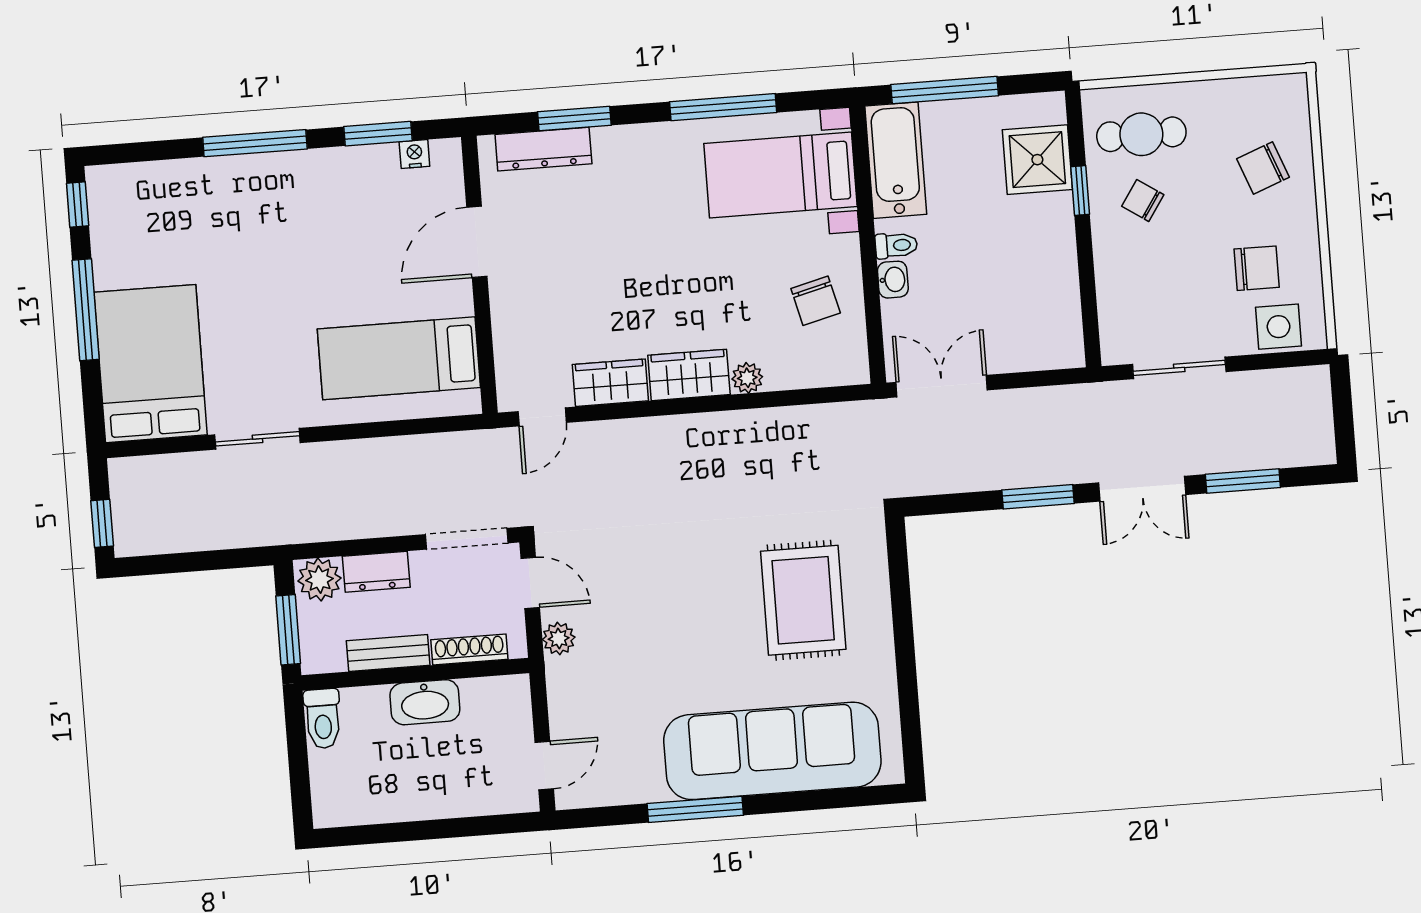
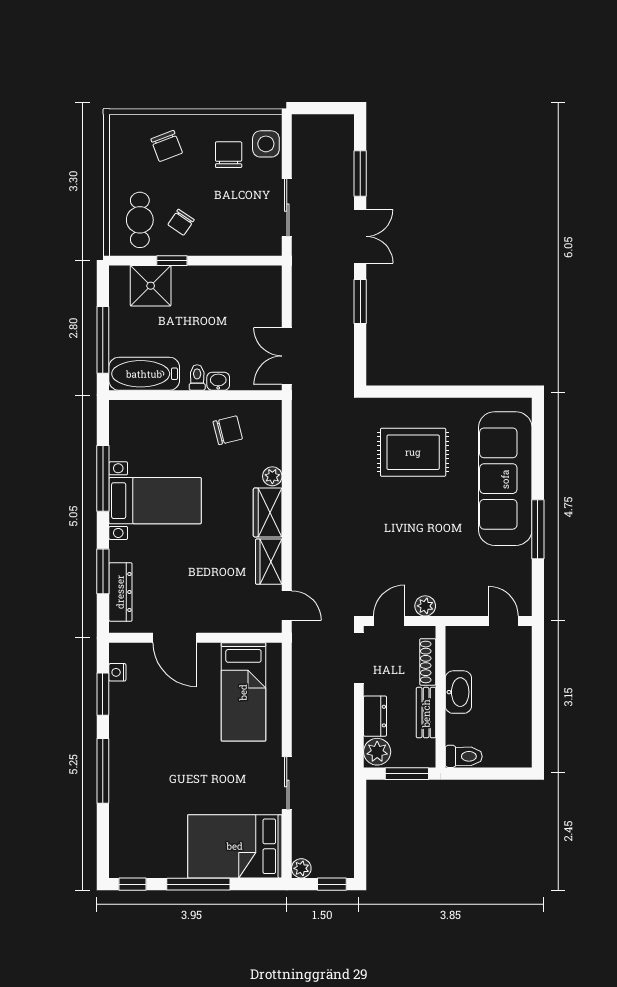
bed with nightstands: (780, 175) -> (155, 501), moved, turned -90
plant: (123, 472) -> (301, 868), added

